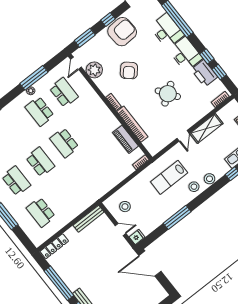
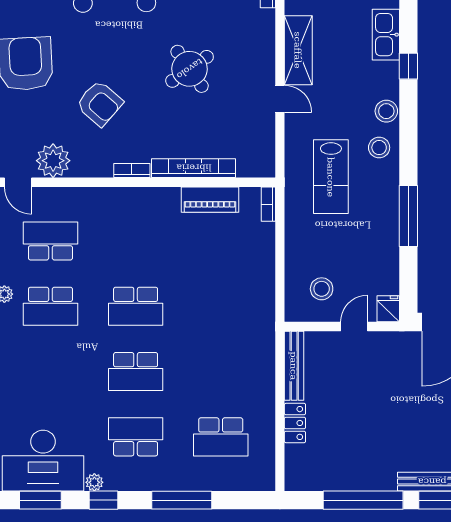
school desk: (40, 162) -> (136, 372), turned 180
locker: (54, 246) -> (295, 423), moved, width x0.66

